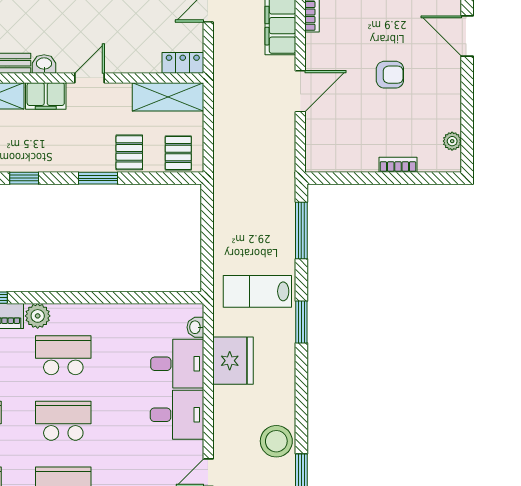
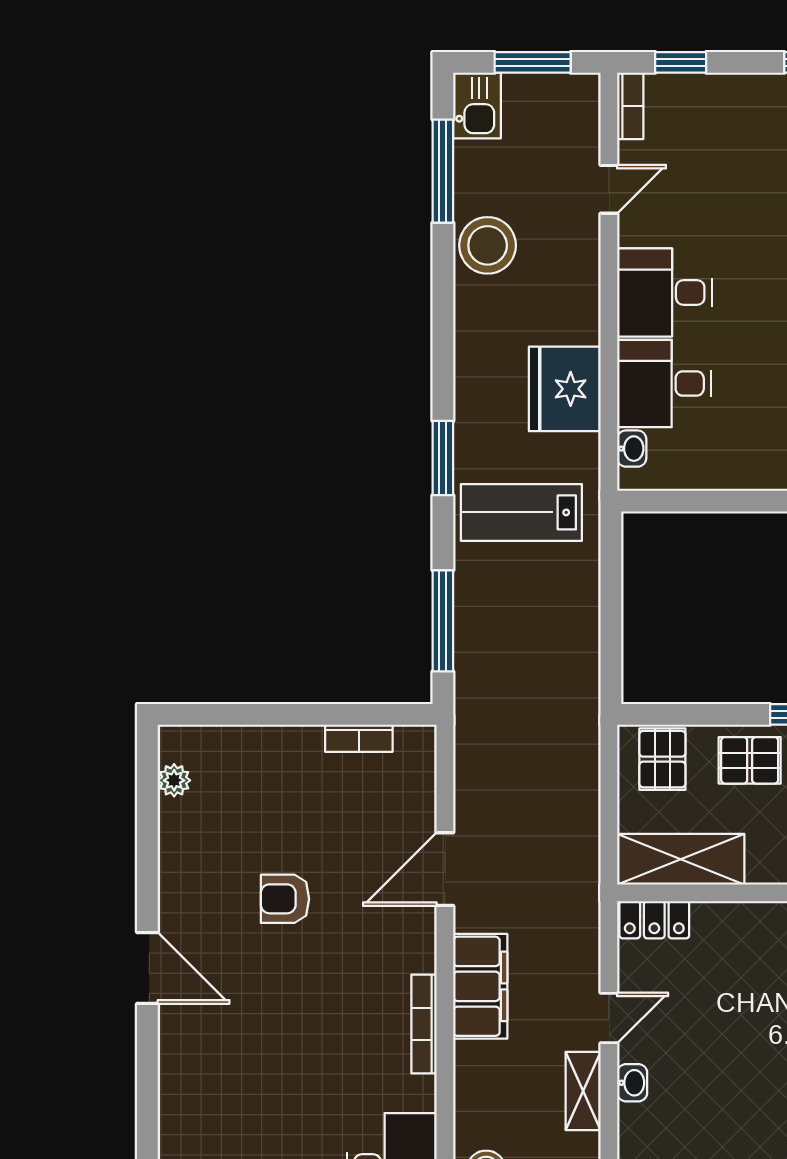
pallet: (129, 152) -> (750, 760), turned 90
bookcase: (398, 165) -> (359, 738), moved
lab bench: (257, 291) -> (521, 512), turned 180

